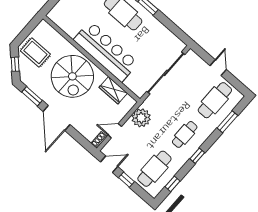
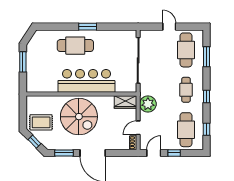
wardrobe: (113, 90) -> (125, 102), moved

